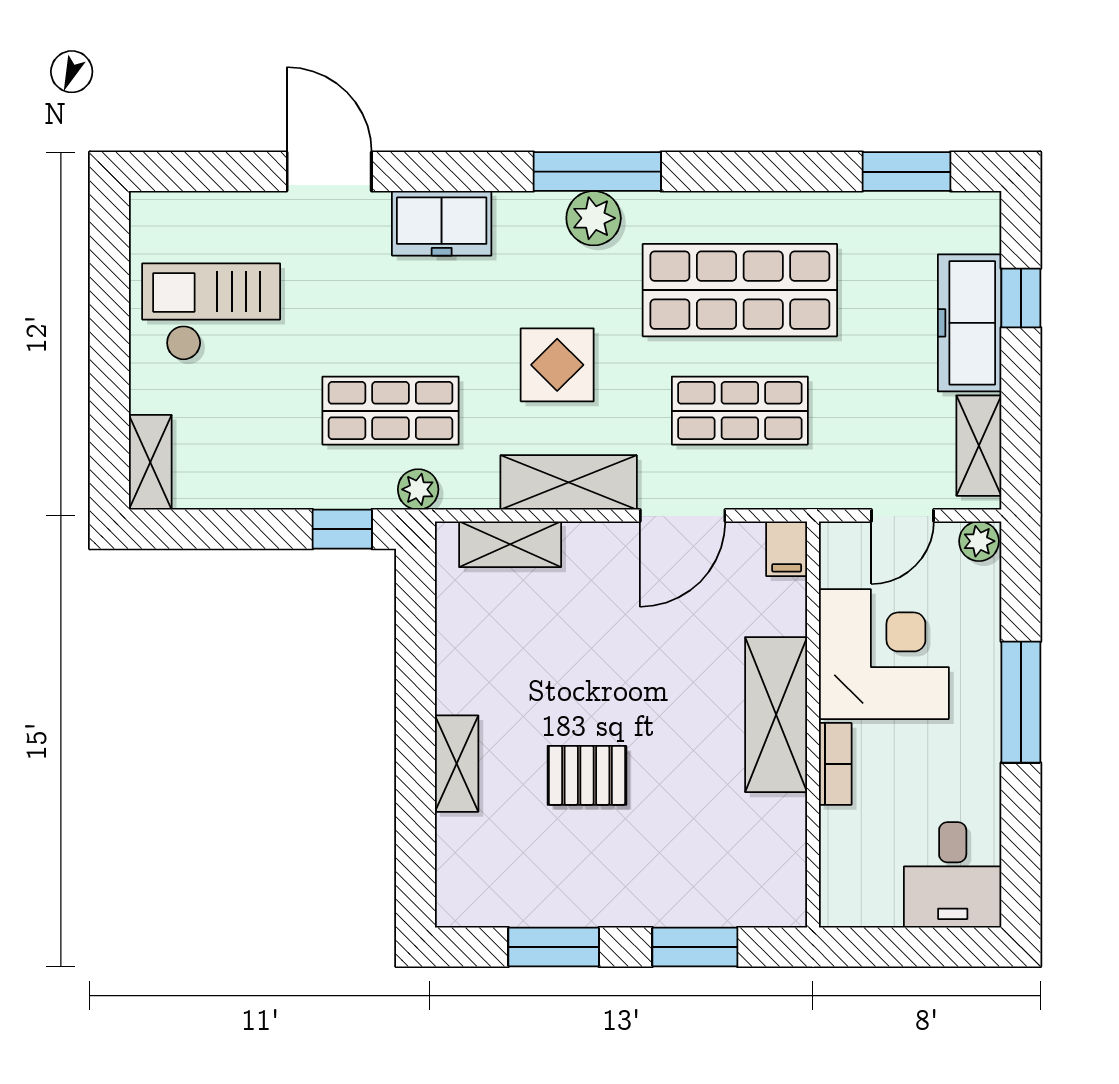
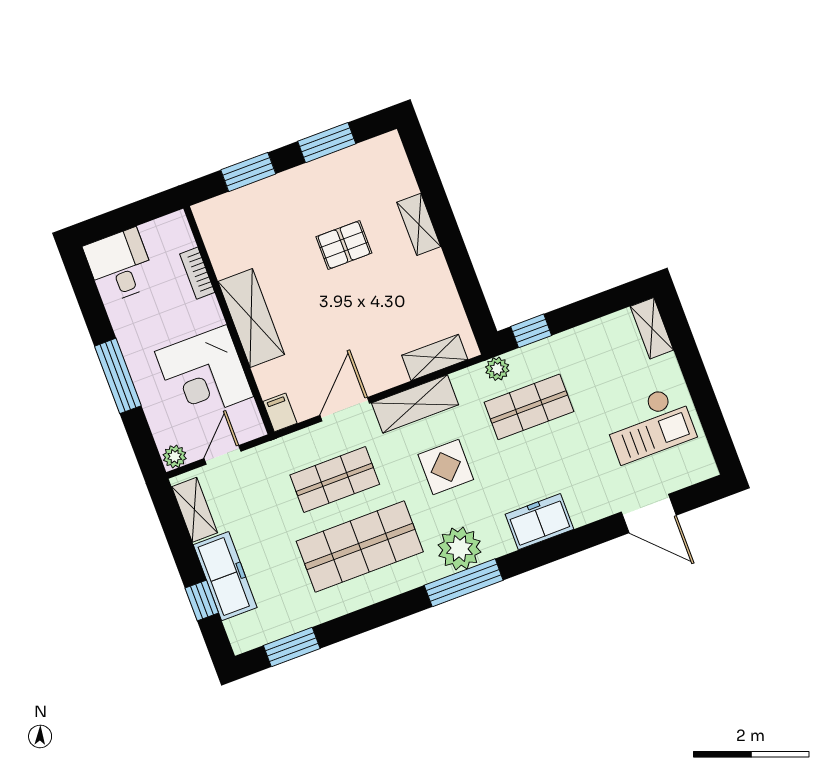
door: (329, 172) -> (649, 514), moved
plant: (594, 218) -> (459, 549), width x1.36, depth x1.36
bookcase: (835, 764) -> (197, 273), moved

